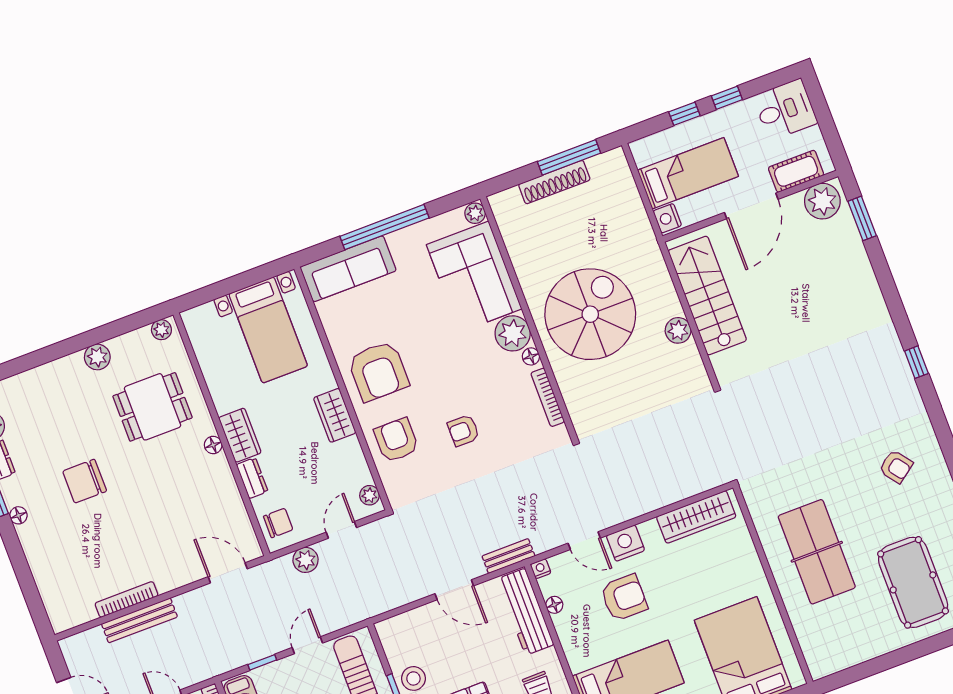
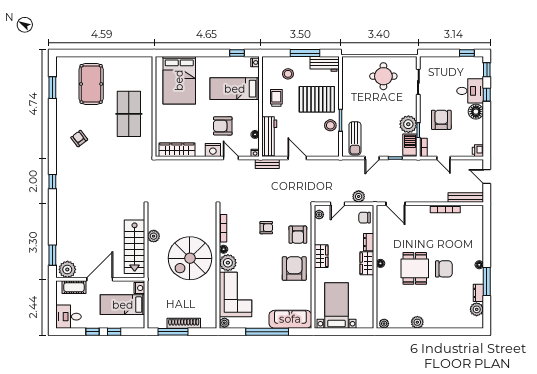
dining table: (153, 407) -> (415, 268), moved, turned 90
bench: (139, 620) -> (466, 198), moved

